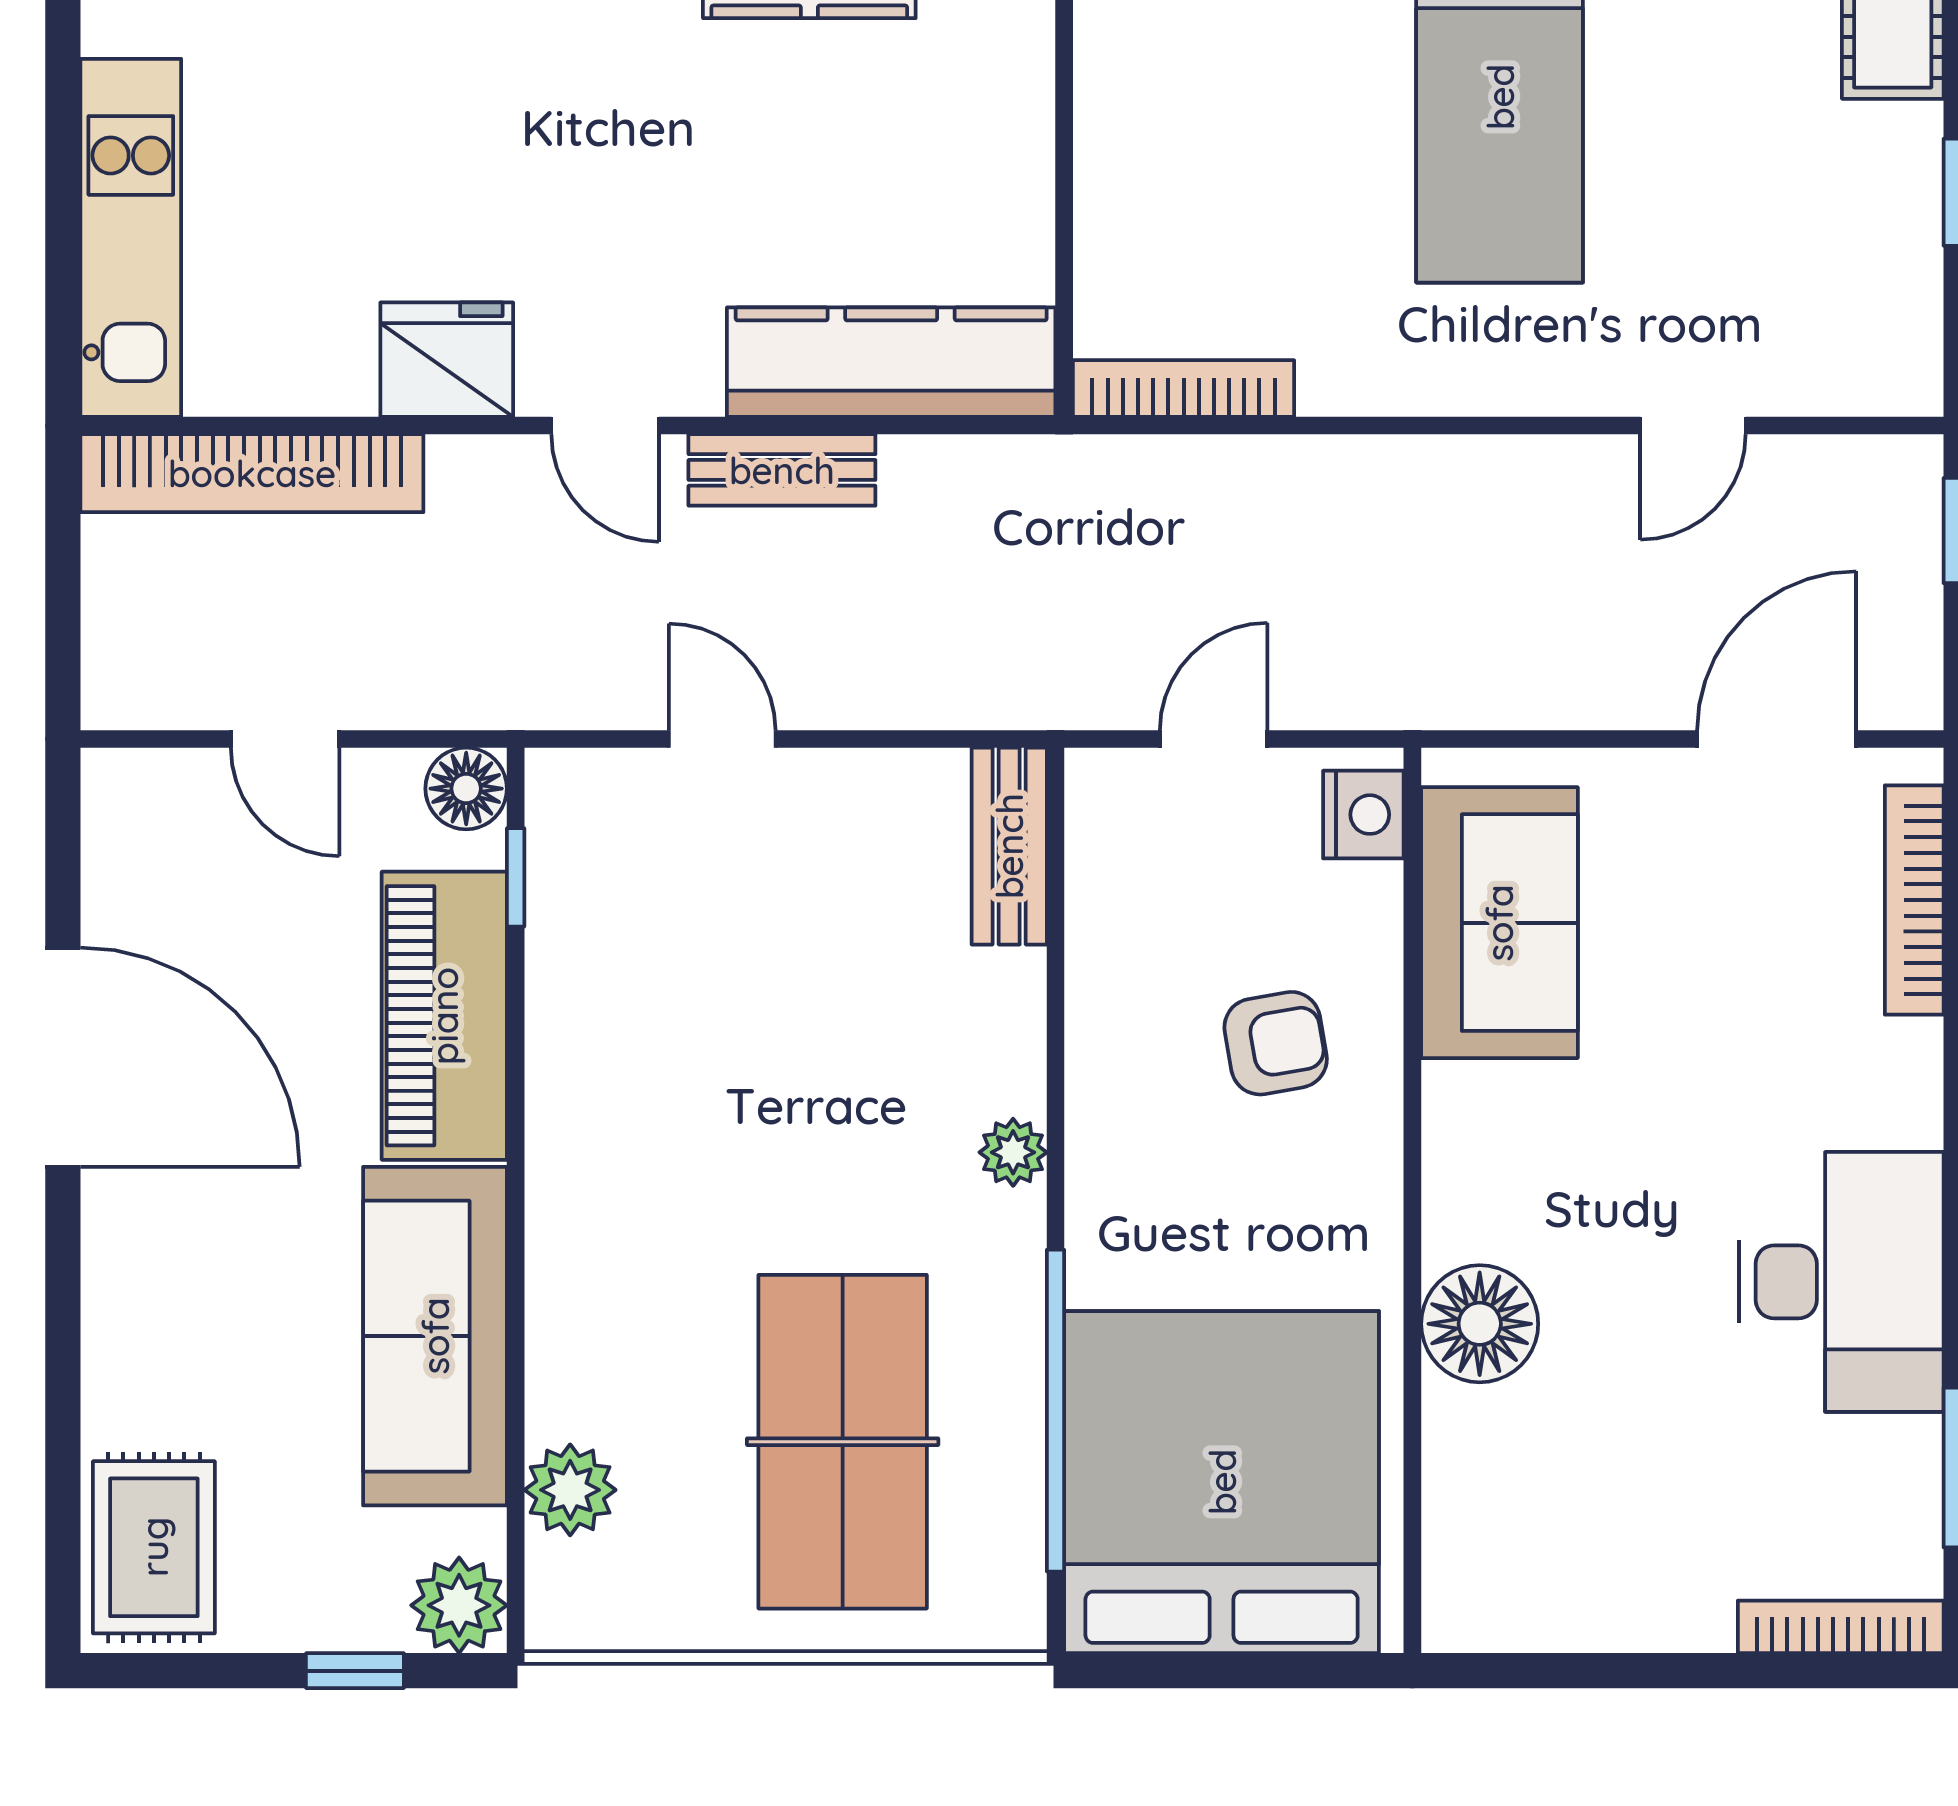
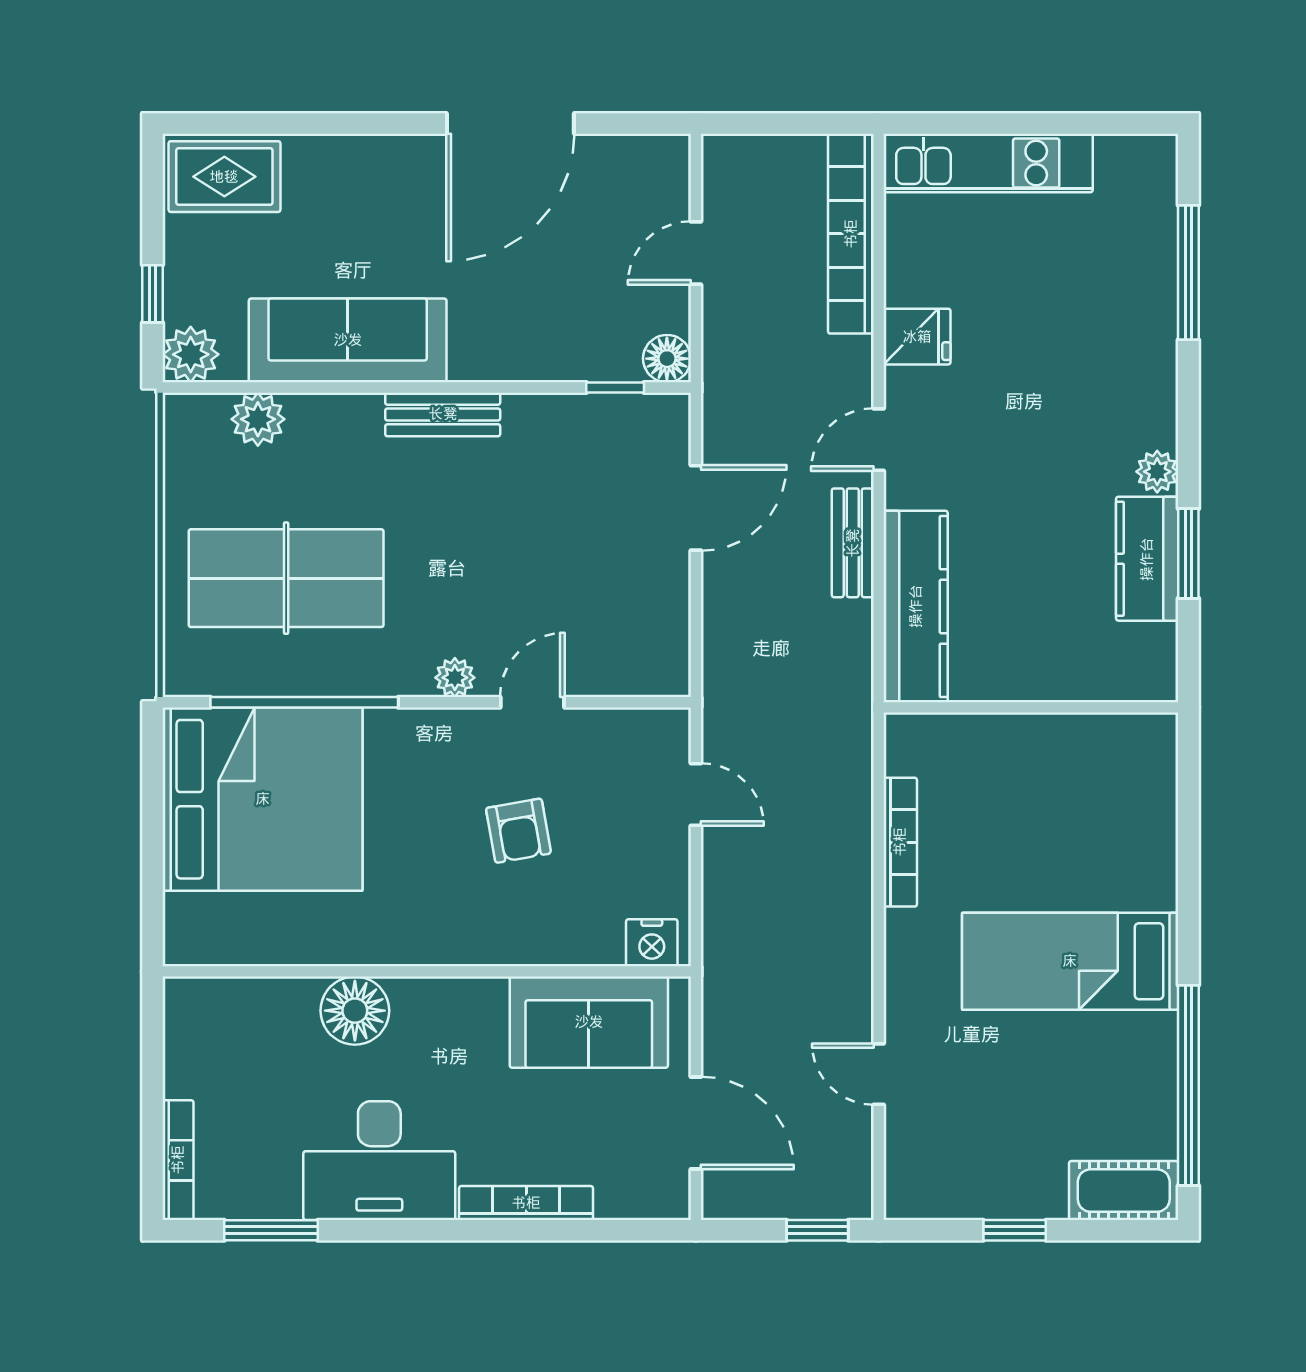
fridge: (447, 360) -> (917, 337), width x0.72
bookcase: (1184, 389) -> (900, 842), moved
door: (722, 739) -> (696, 508), width x1.38
nightstand: (1363, 815) -> (652, 943), moved
bench: (1009, 846) -> (443, 414), moved
bookcase: (1914, 900) -> (526, 1203), moved
sofa: (1499, 923) -> (589, 1022), moved
piano: (444, 1016) -> (534, 346), removed
door: (1055, 1019) -> (532, 702), added
wall: (1412, 1200) -> (427, 971), moved
floor lamp: (1480, 1324) -> (355, 1011), moved

